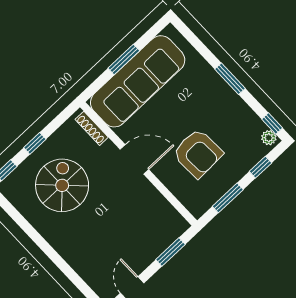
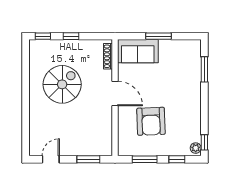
window: (230, 79) -> (204, 69), moved
sofa: (138, 81) -> (138, 51), width x0.54, depth x0.79
spiral stairs: (62, 185) -> (62, 84), moved

